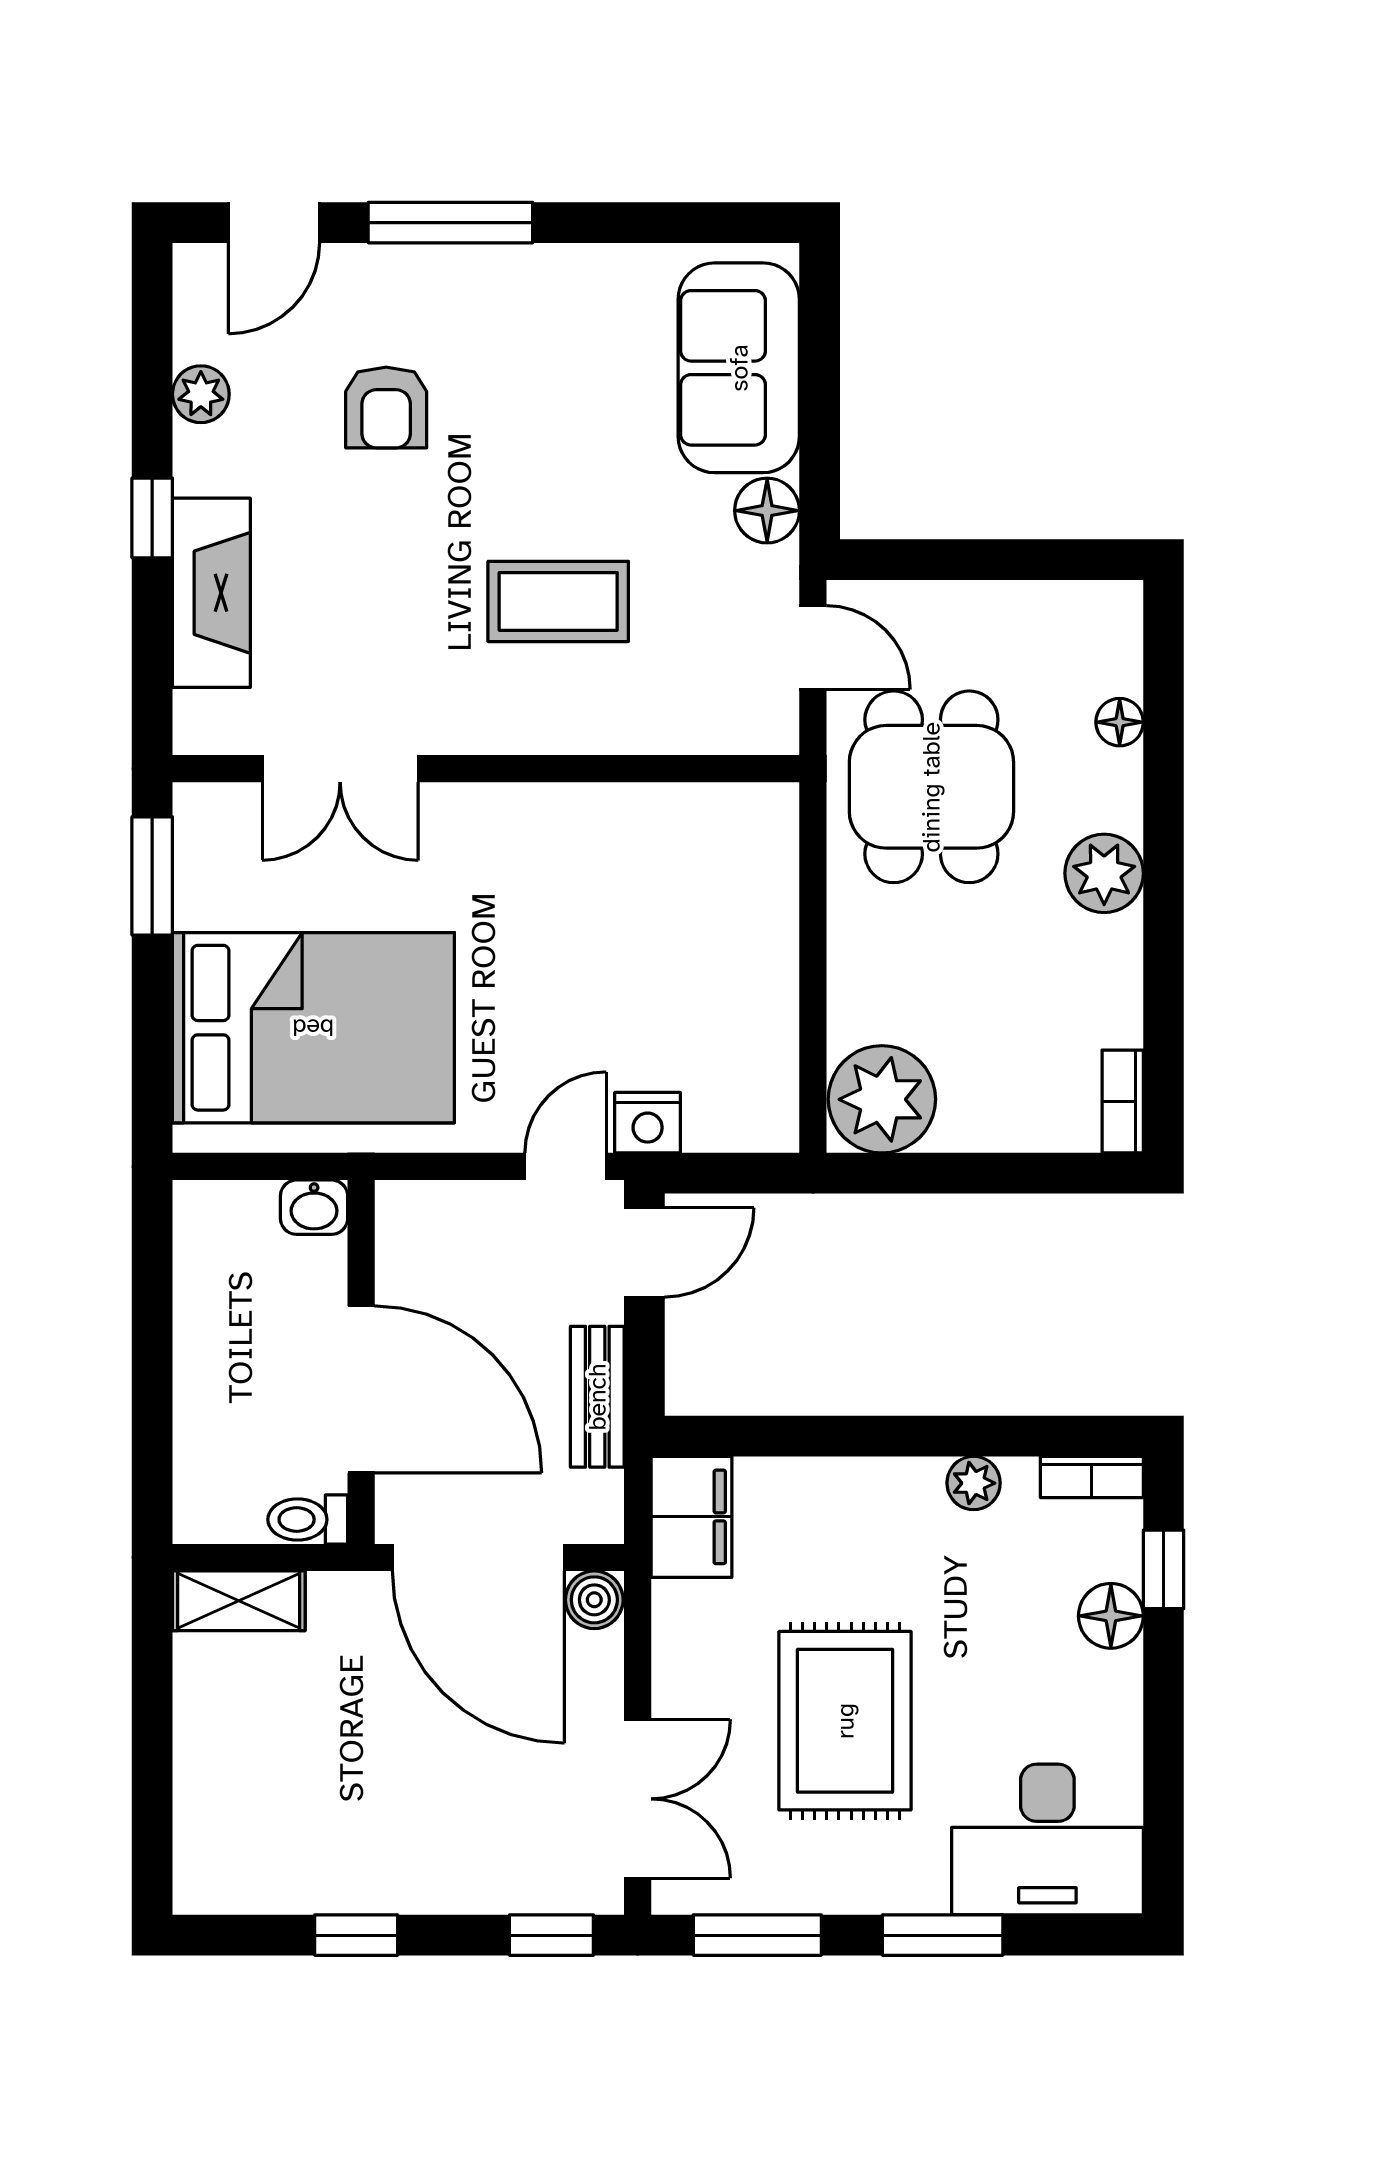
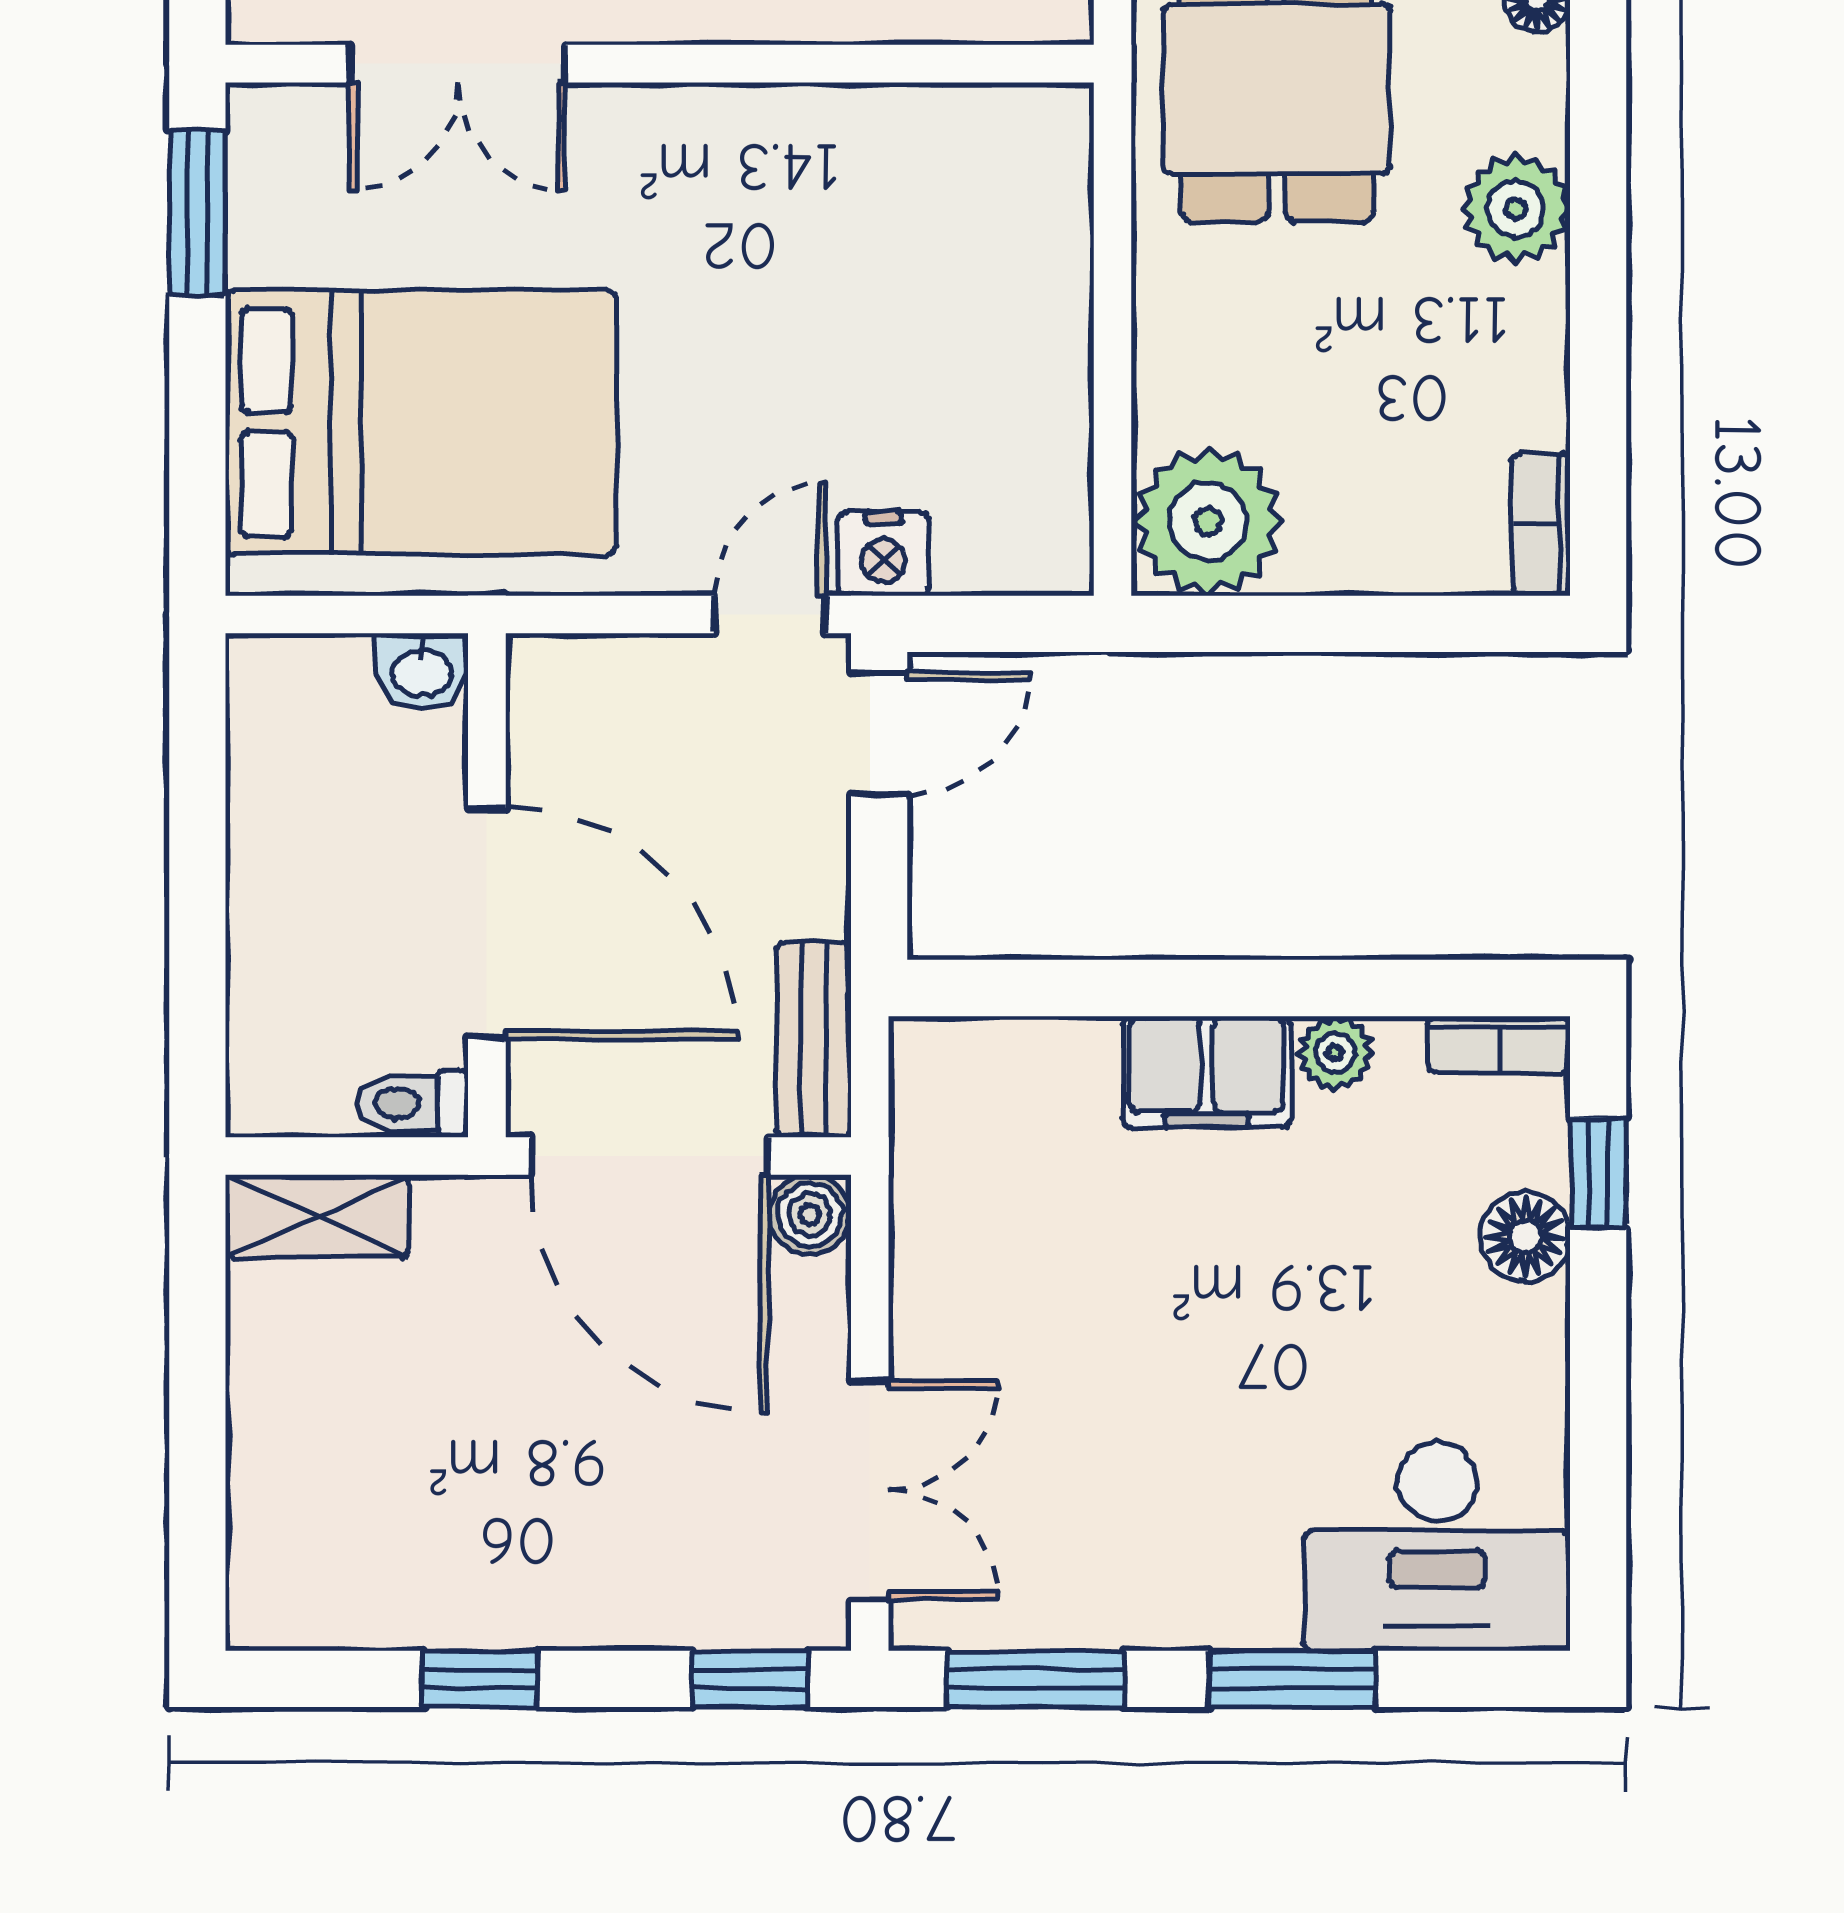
bench: (597, 1397) -> (814, 1040), moved
filing cabinet: (691, 1517) -> (1207, 1072), moved, turned 90
rug: (845, 1721) -> (1157, 1382), removed

